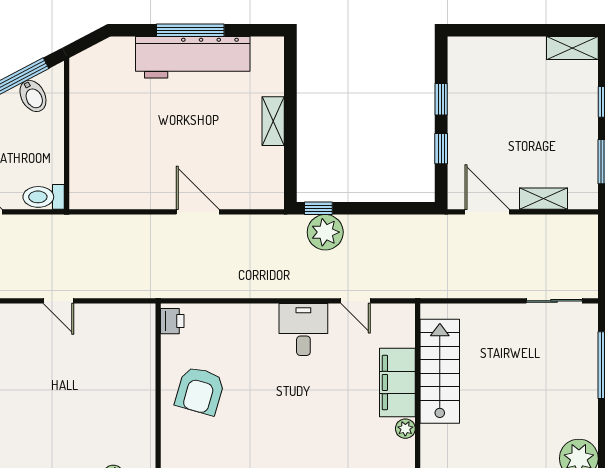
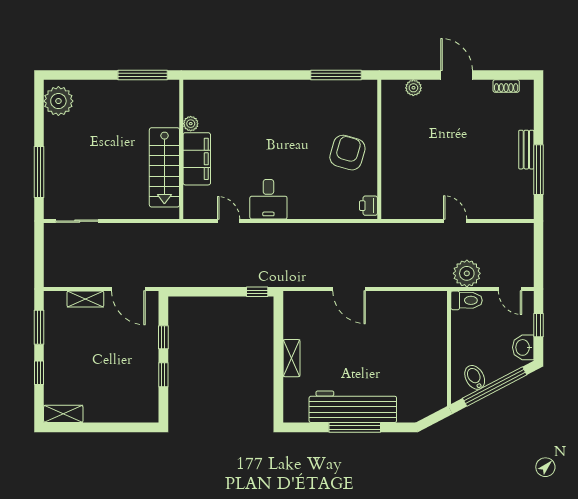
plant: (325, 232) -> (467, 273), moved

